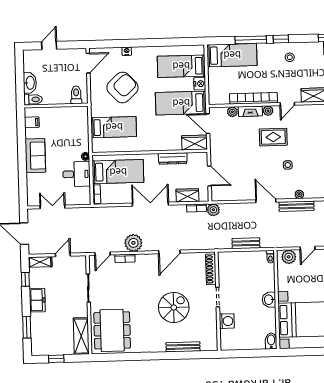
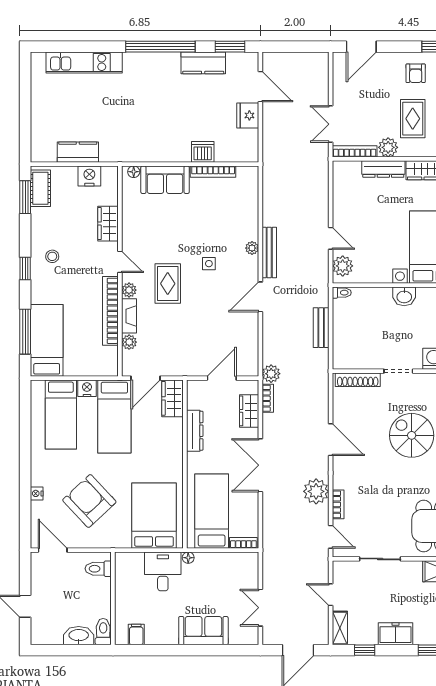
window: (251, 40) -> (25, 332), moved
bed: (114, 127) -> (154, 516), width x1.50
sofa: (35, 156) -> (203, 631), moved
desk: (77, 174) -> (163, 571), moved

